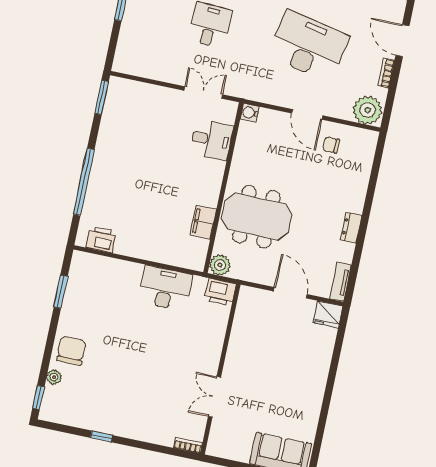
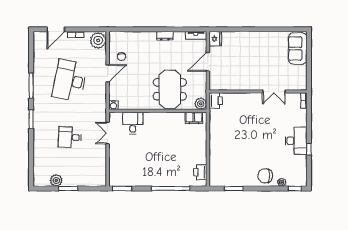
filing cabinet: (203, 222) -> (194, 118), moved
desk: (165, 288) -> (296, 141), moved, turned 180

